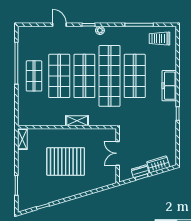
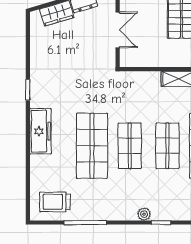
trolley: (159, 39) -> (55, 202), turned 180
shop shelf: (84, 76) -> (167, 146), width x0.70, depth x0.74
shop shelf: (110, 76) -> (130, 146), width x0.50, depth x0.74

